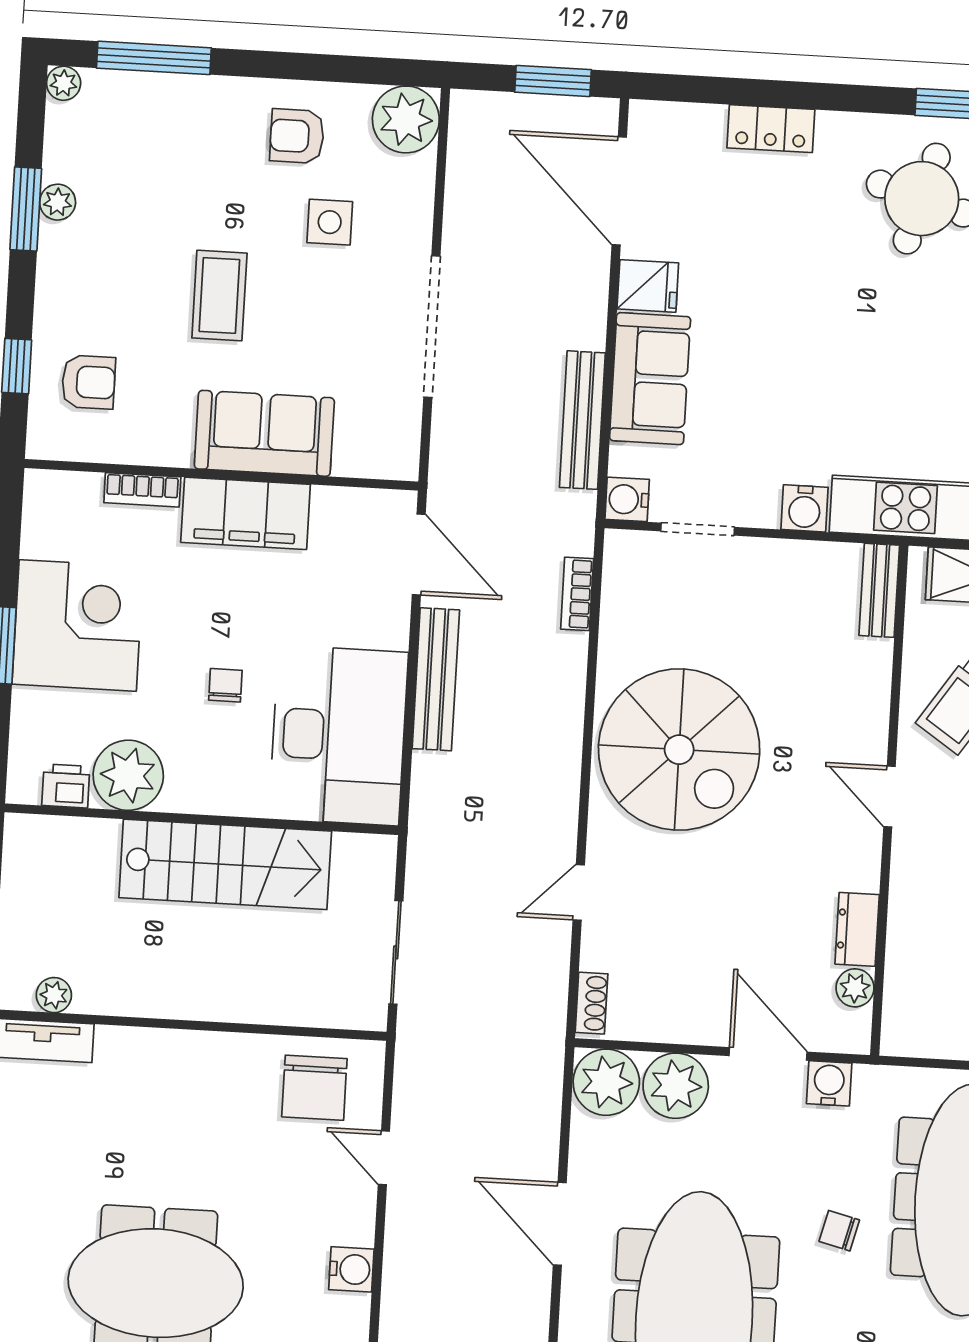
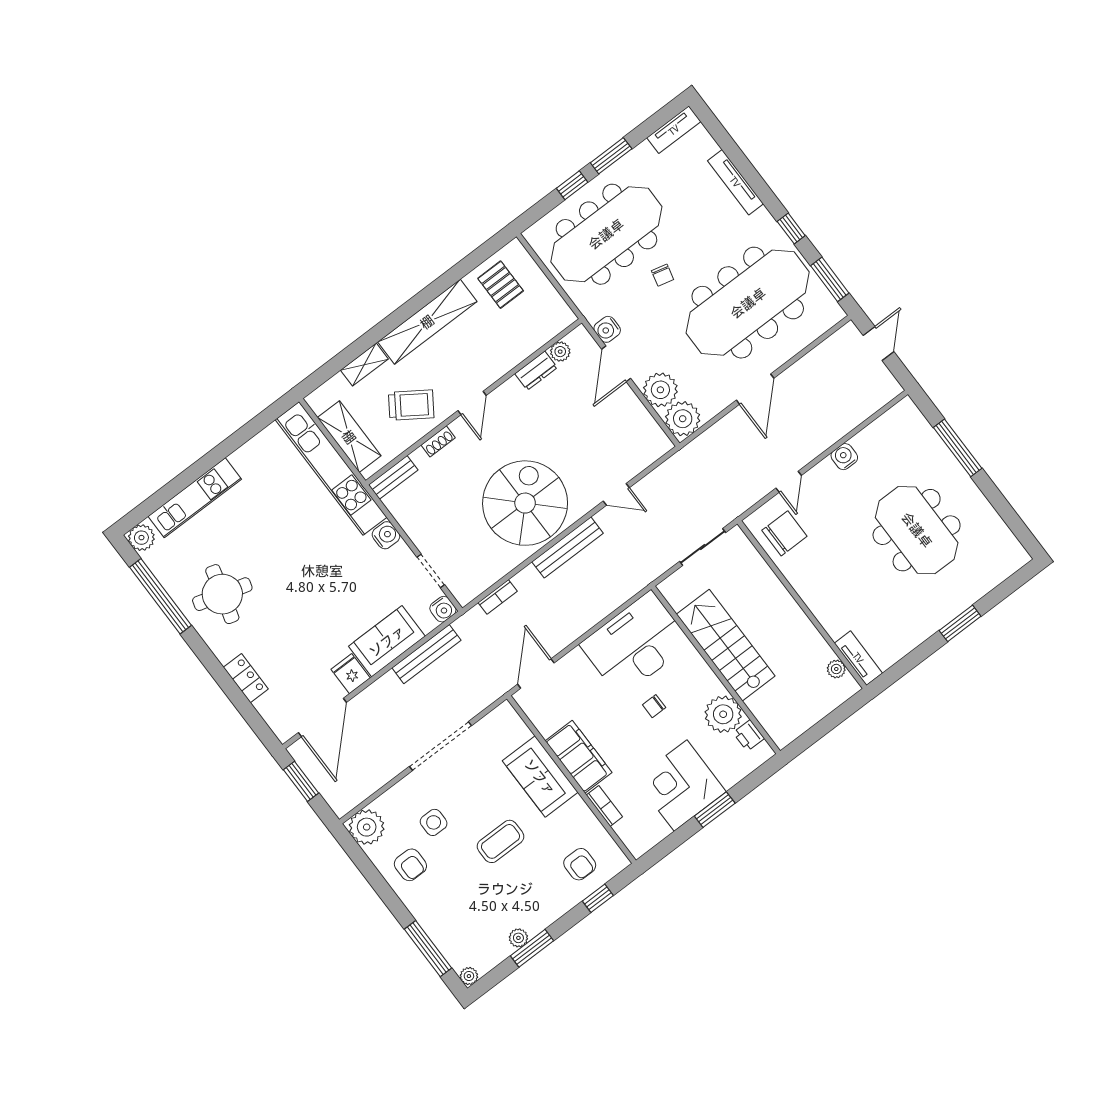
armchair: (88, 382) -> (580, 864), turned 180
bench: (436, 679) -> (568, 547), moved
shoe rack: (592, 1003) -> (438, 441), moved, turned 180

